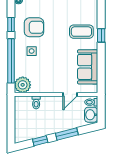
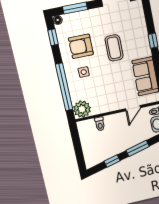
window: (11, 24) -> (53, 37), moved
armchair: (34, 27) -> (81, 46), turned 180
coffee table: (81, 32) -> (114, 48), moved, turned 90

